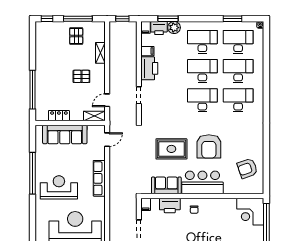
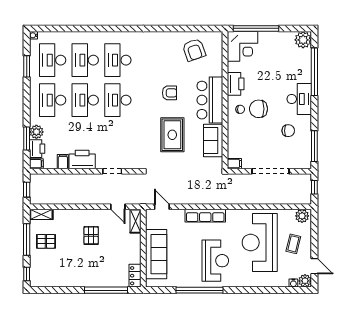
shelving: (100, 53) -> (41, 214), moved
locker: (59, 116) -> (135, 276), moved
armchair: (209, 146) -> (170, 93), width x0.53, depth x0.53
reception desk: (59, 187) -> (215, 261), turned 180
printer: (170, 205) -> (236, 84), moved
chair: (195, 226) -> (258, 109), added

